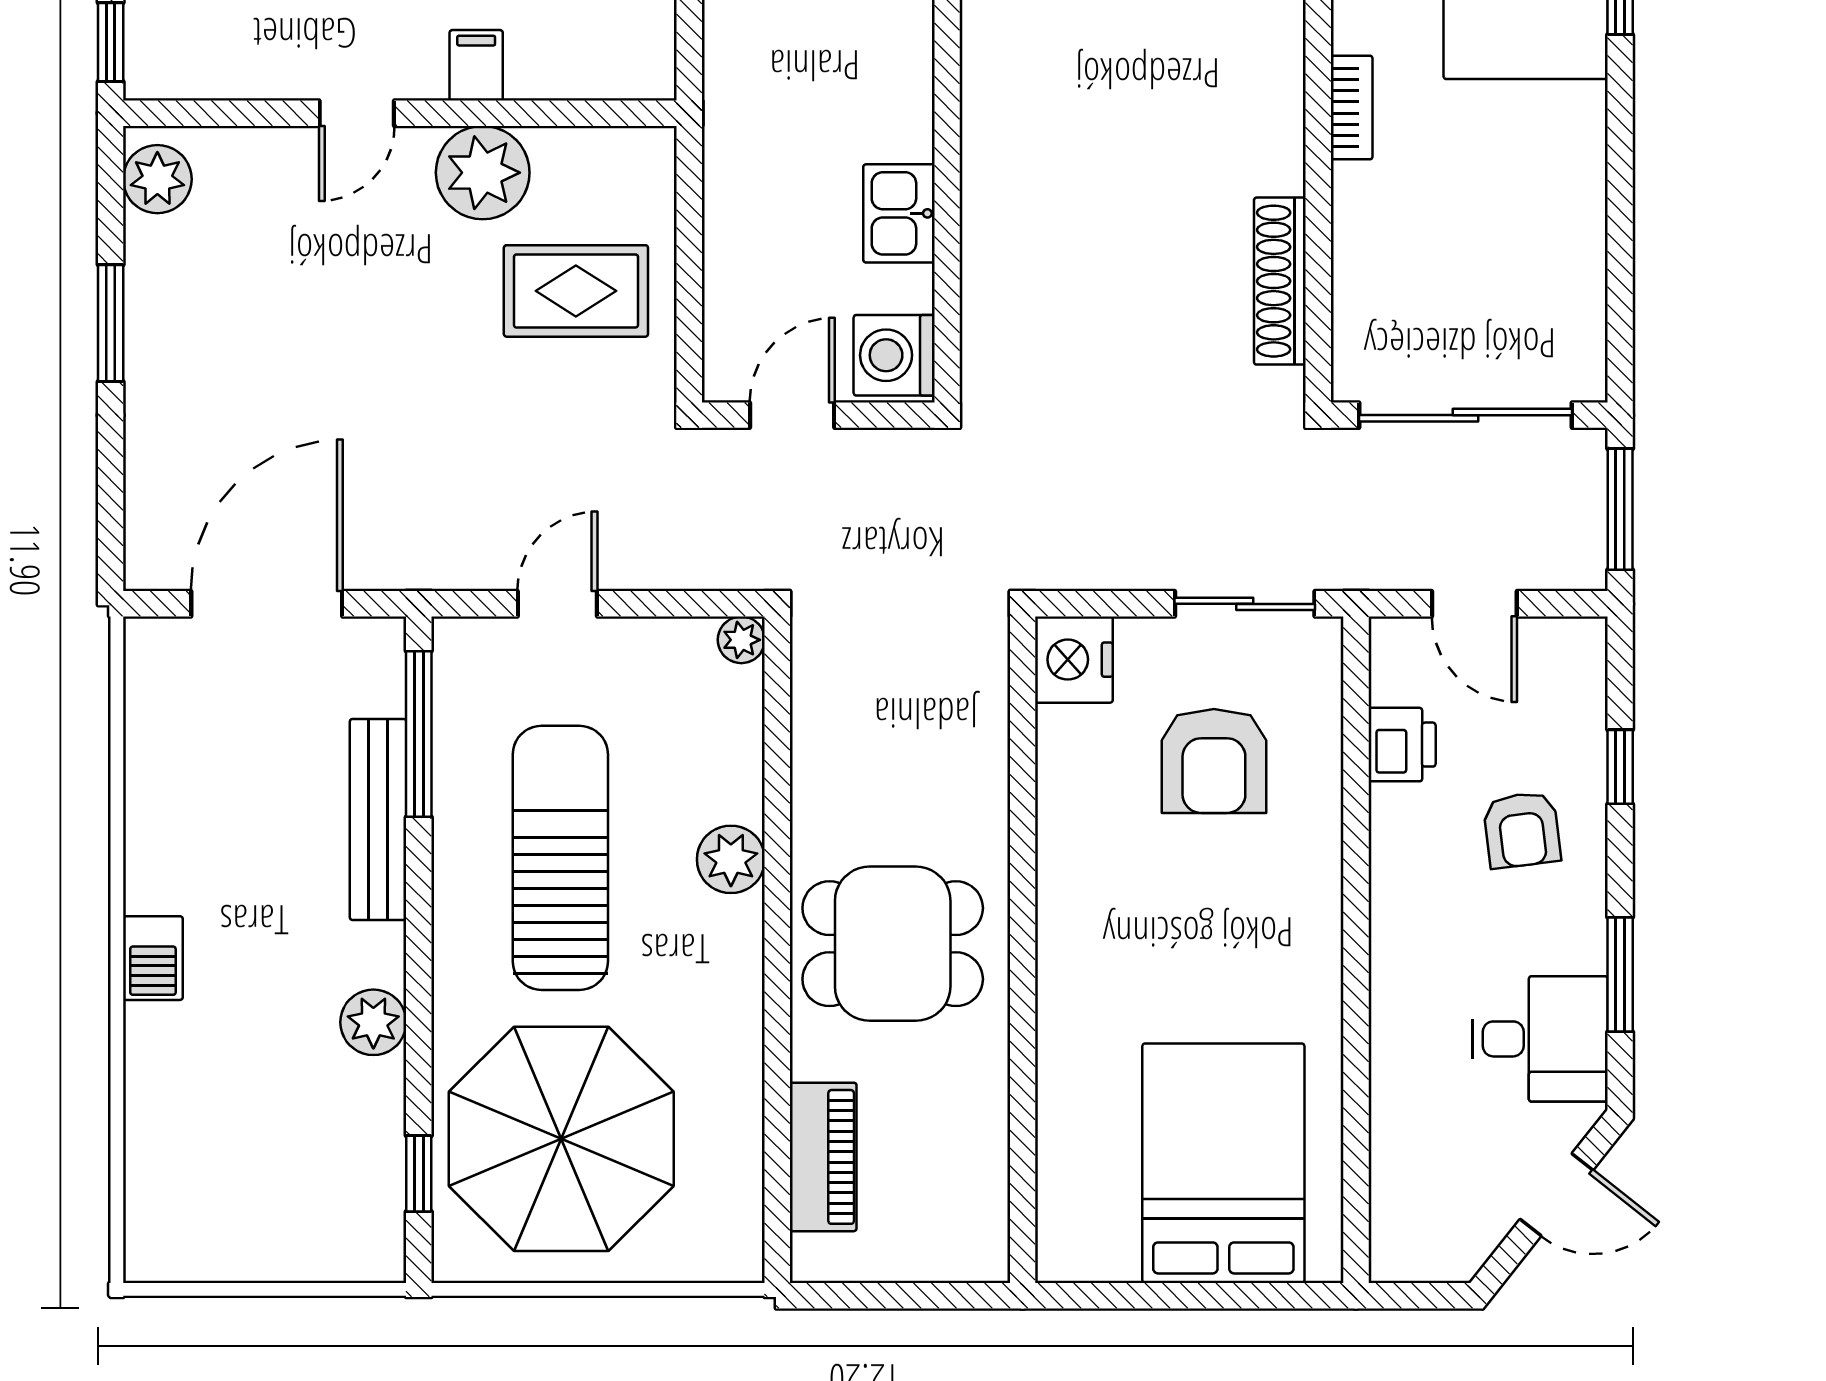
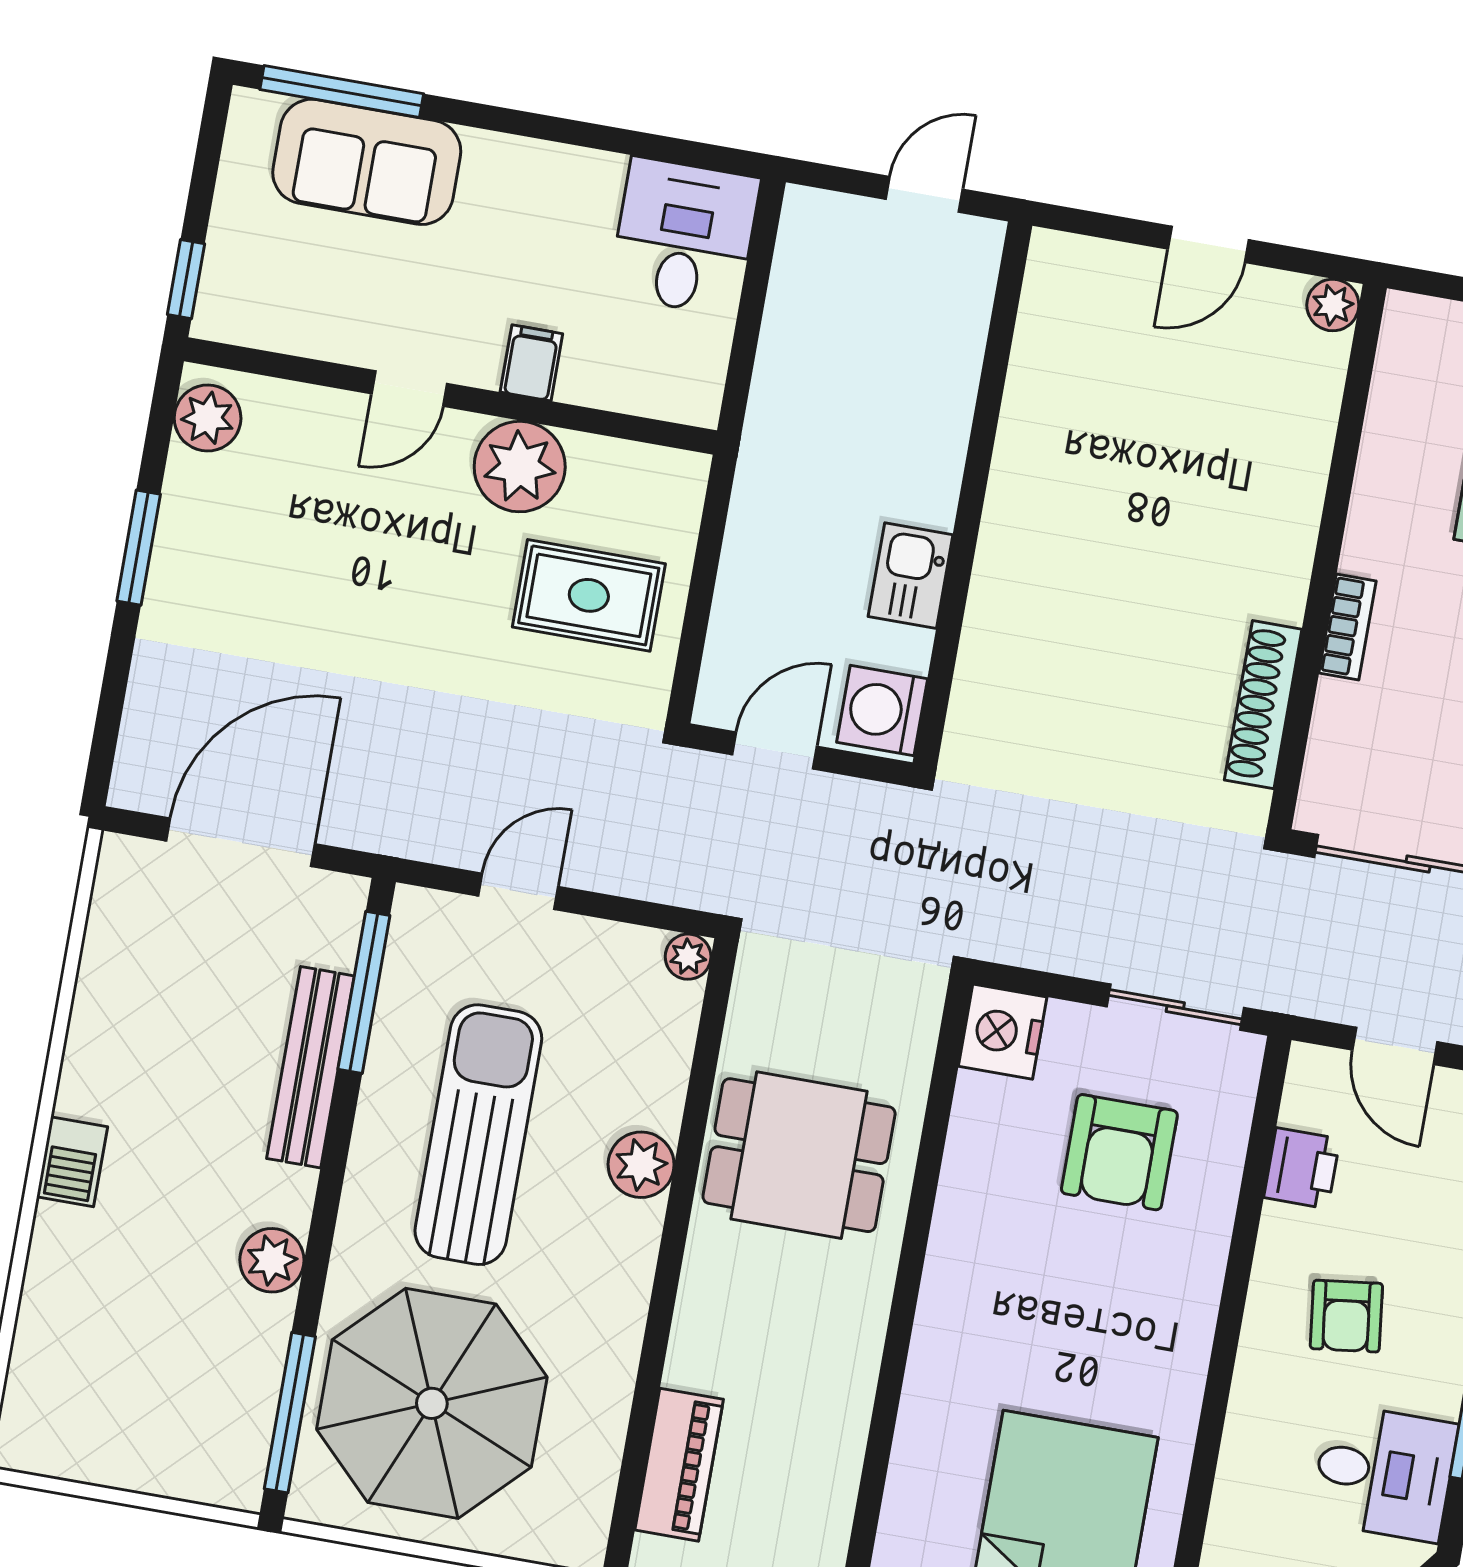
bookcase: (1352, 108) -> (1348, 627), moved
armchair: (1522, 830) -> (1346, 1316), moved
dining table: (893, 944) -> (799, 1155), moved
window: (419, 1174) -> (290, 1413), width x2.17

